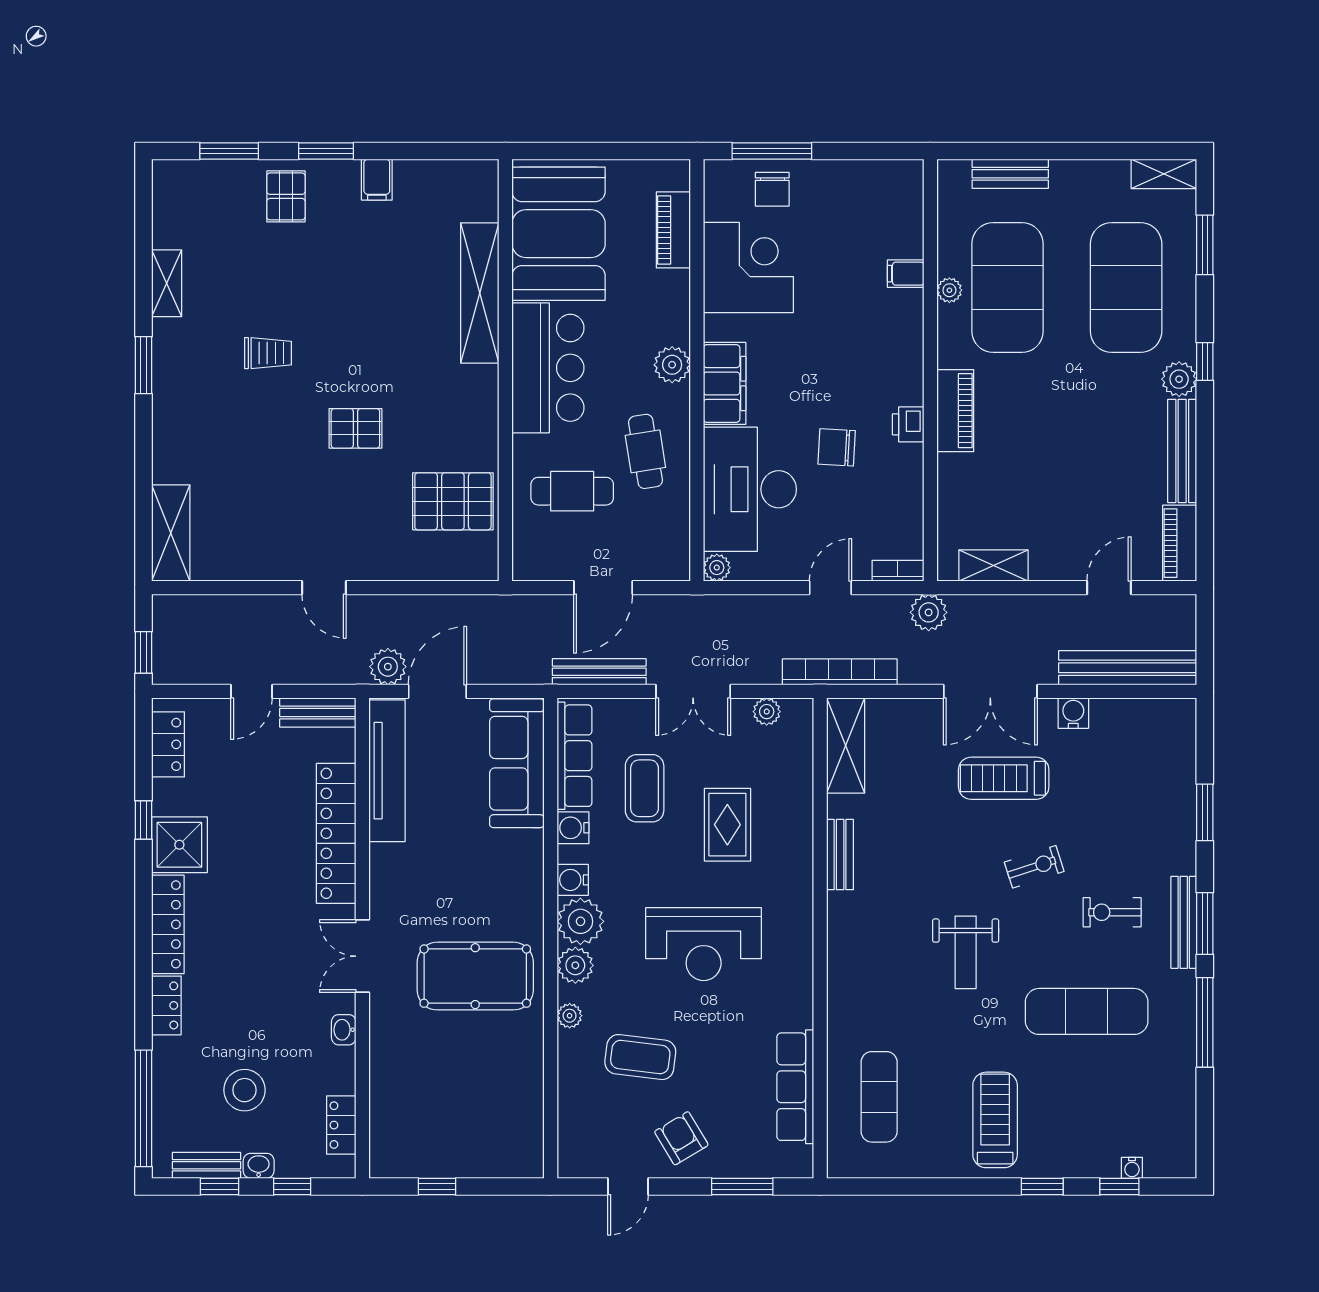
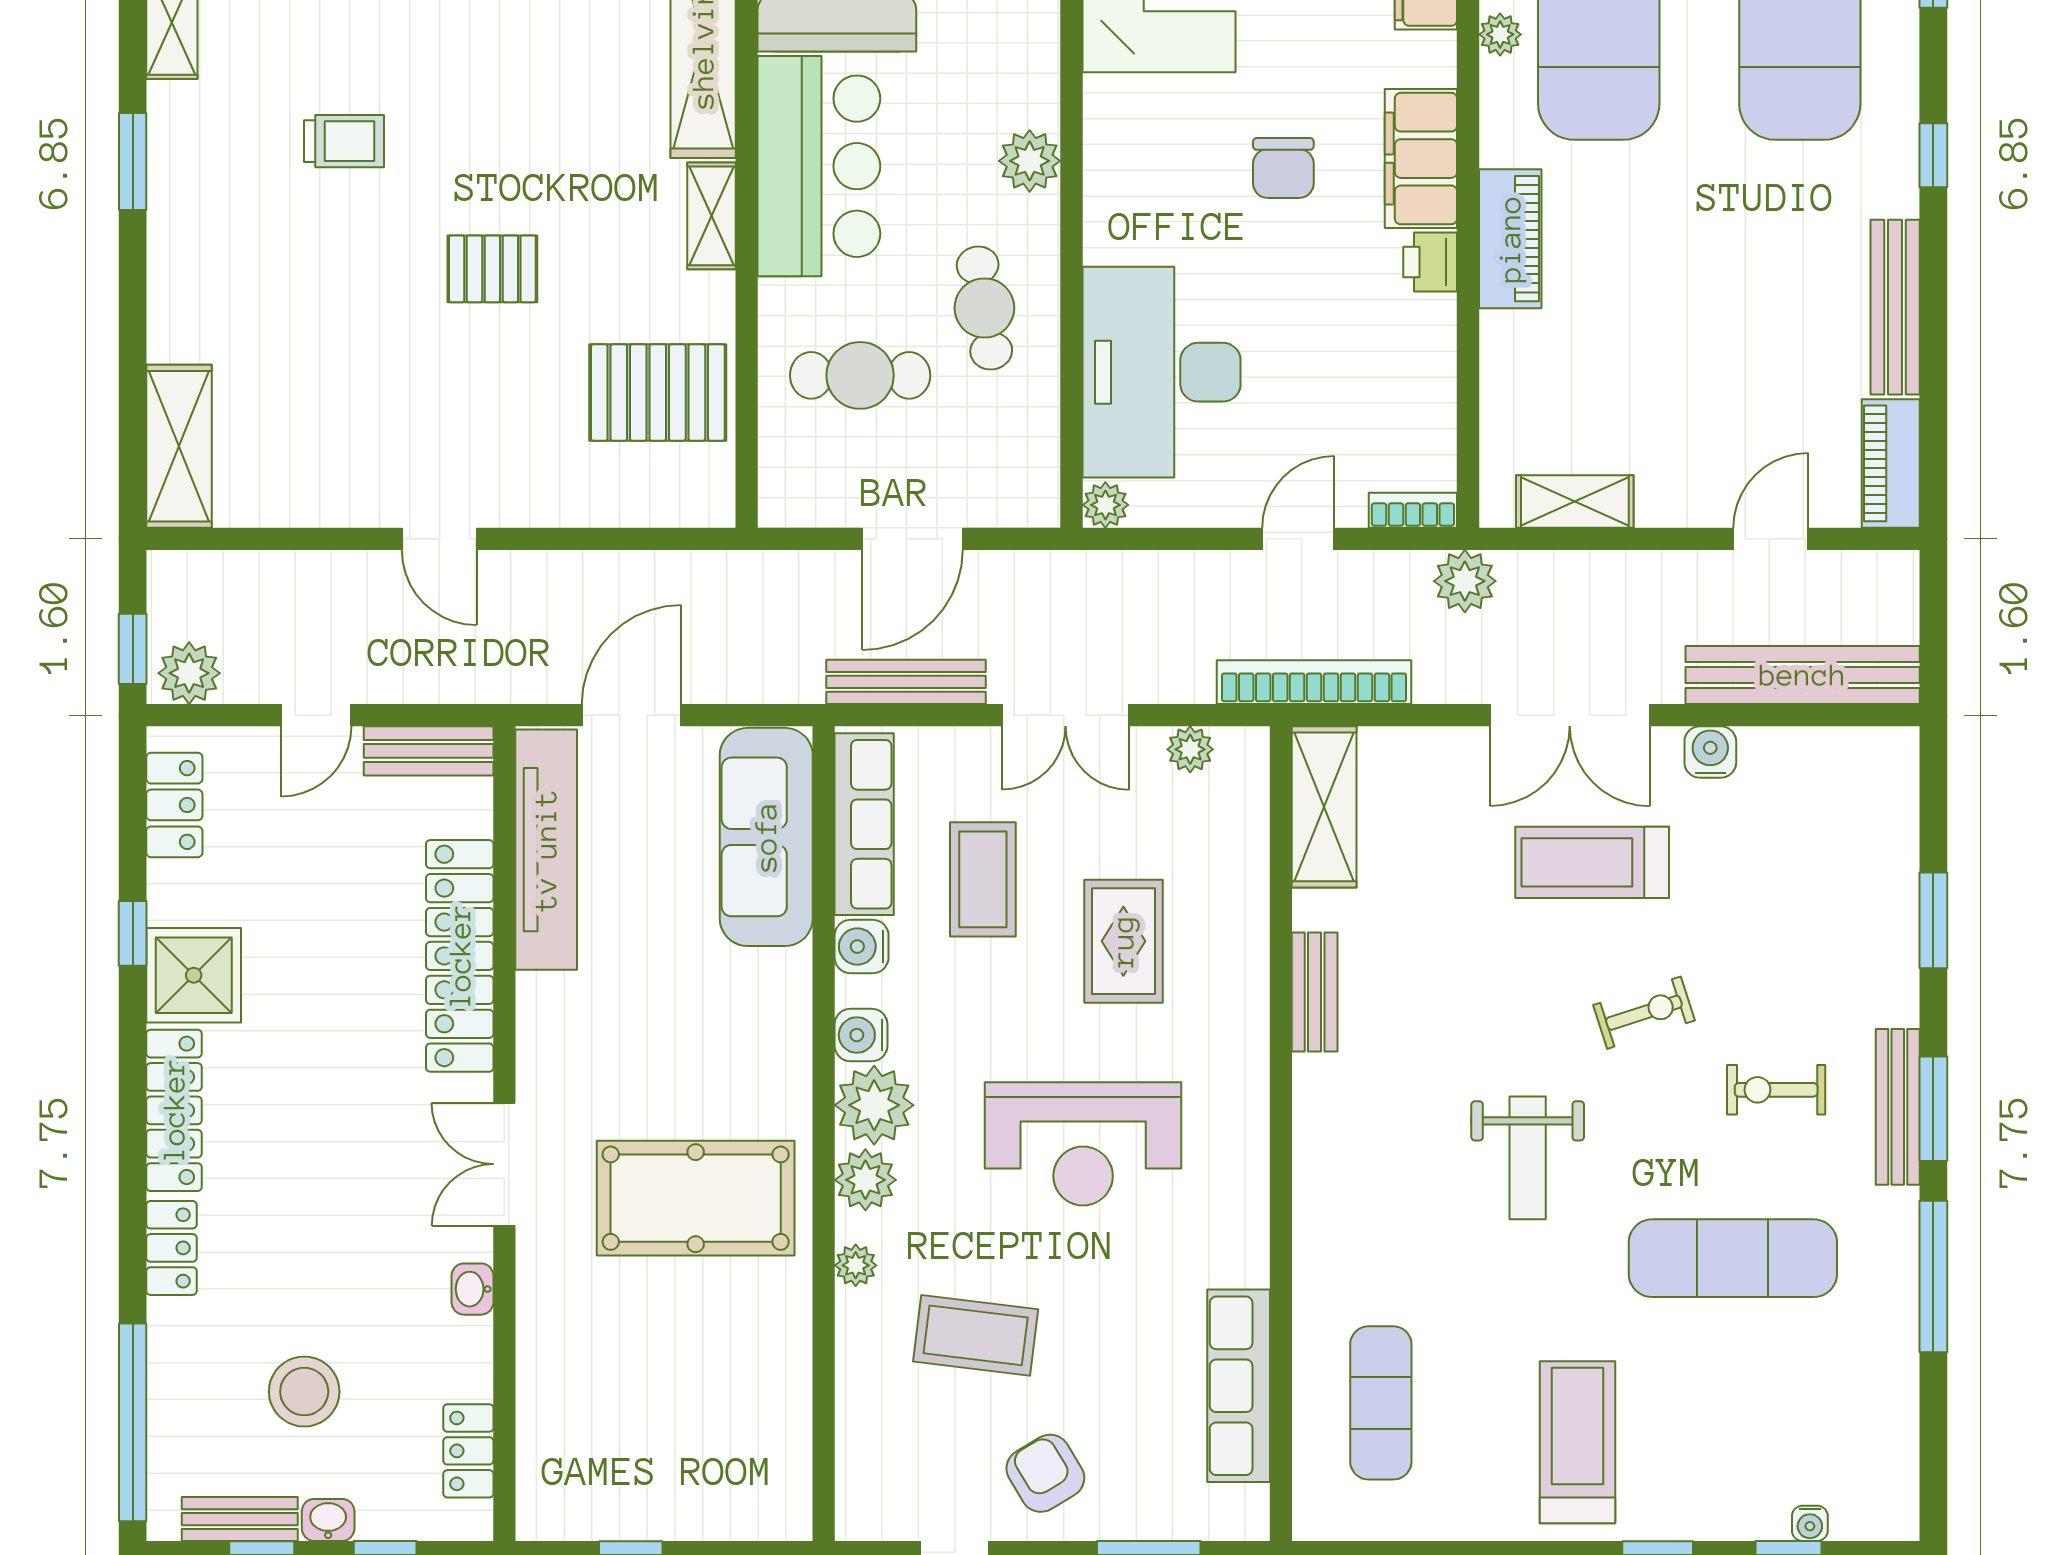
plant: (1179, 379) -> (1890, 185), removed
filing cabinet: (725, 383) -> (1421, 159), moved, turned 180
shelving: (485, 397) -> (712, 216), added
chair: (837, 447) -> (1283, 168), moved, turned -93
plant: (388, 667) -> (189, 673), moved

